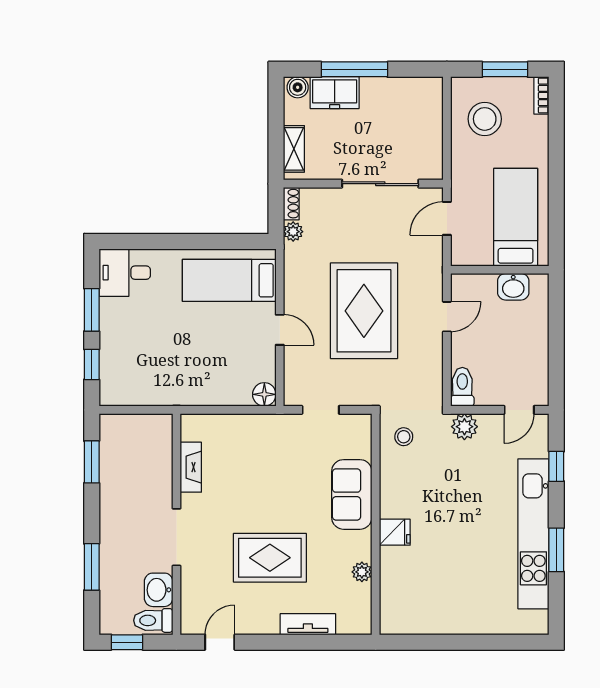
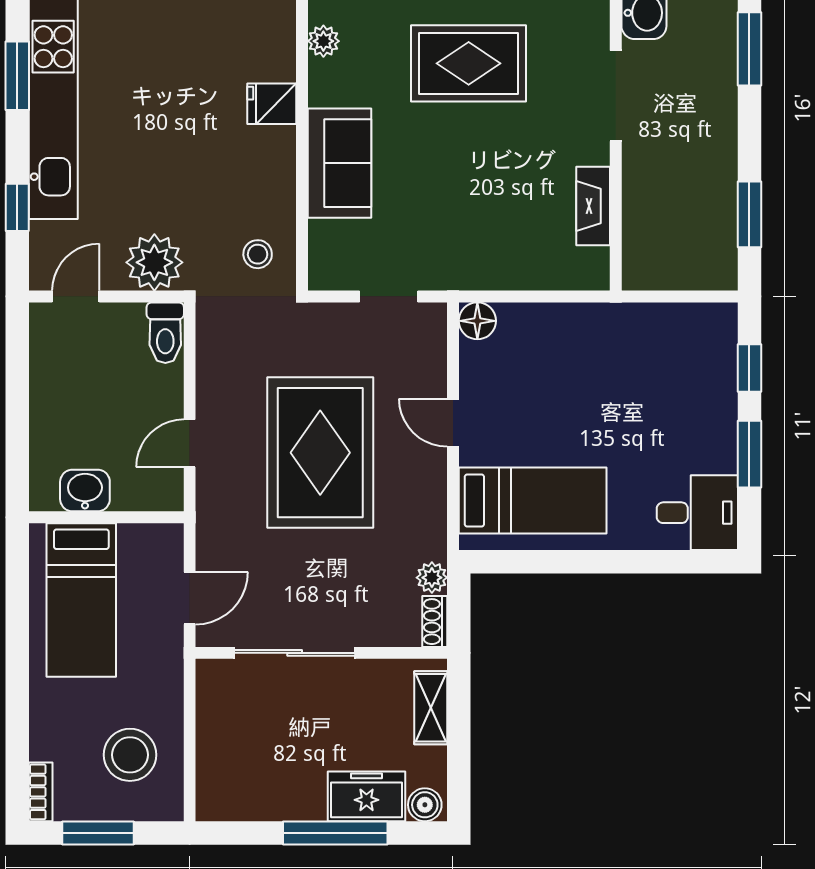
plant: (464, 427) -> (154, 262), width x1.36, depth x1.36

